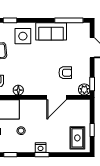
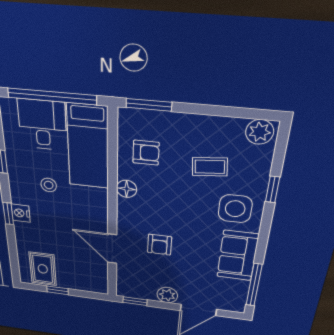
armchair: (65, 73) -> (160, 245), moved
plant: (84, 90) -> (167, 295), moved
rug: (77, 138) -> (43, 269), turned 90

